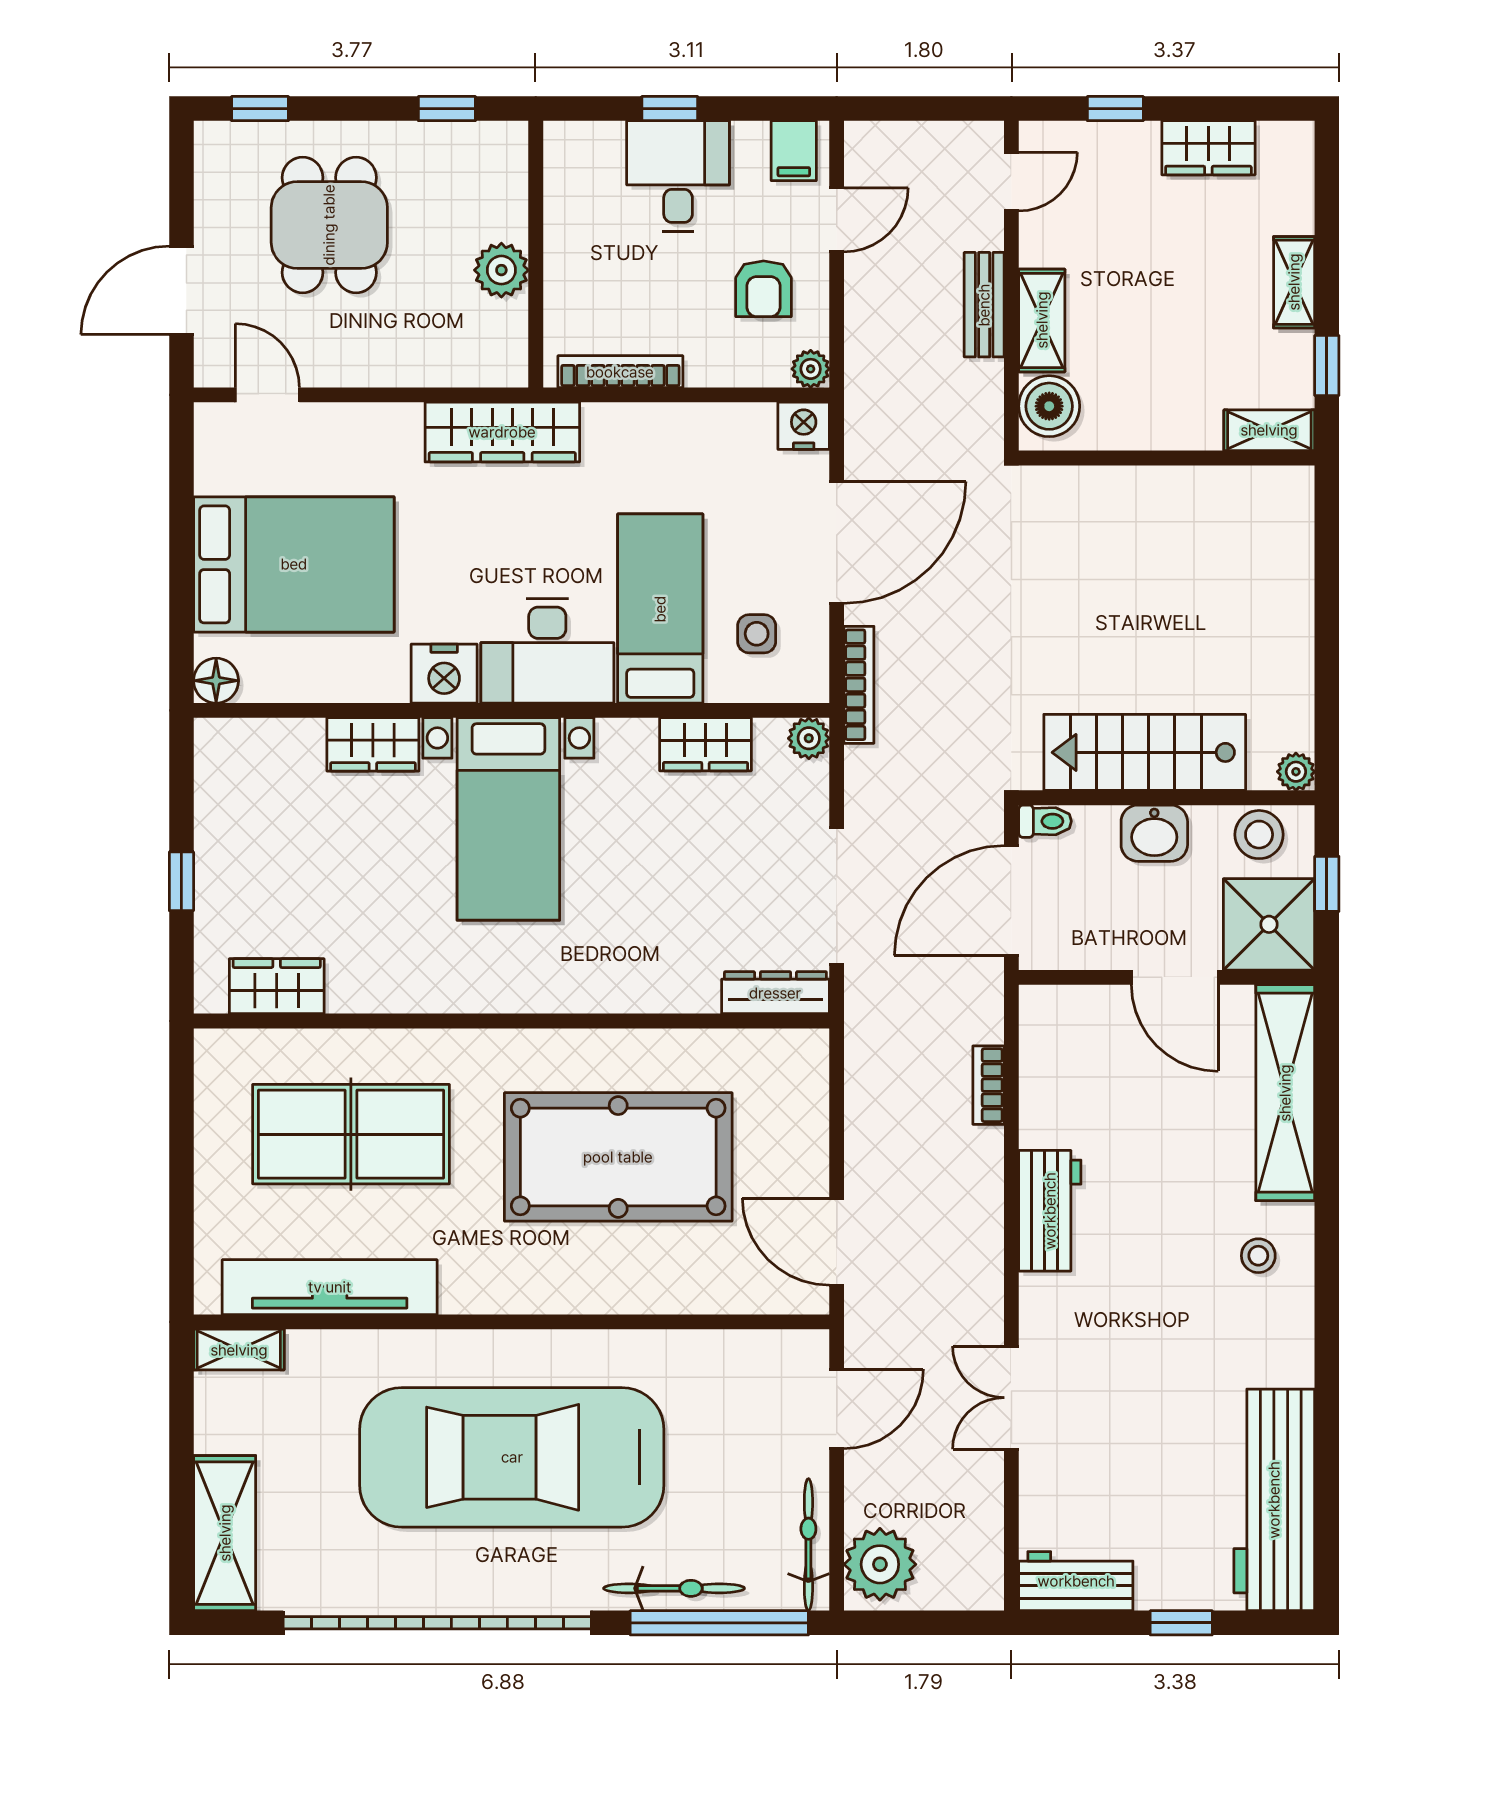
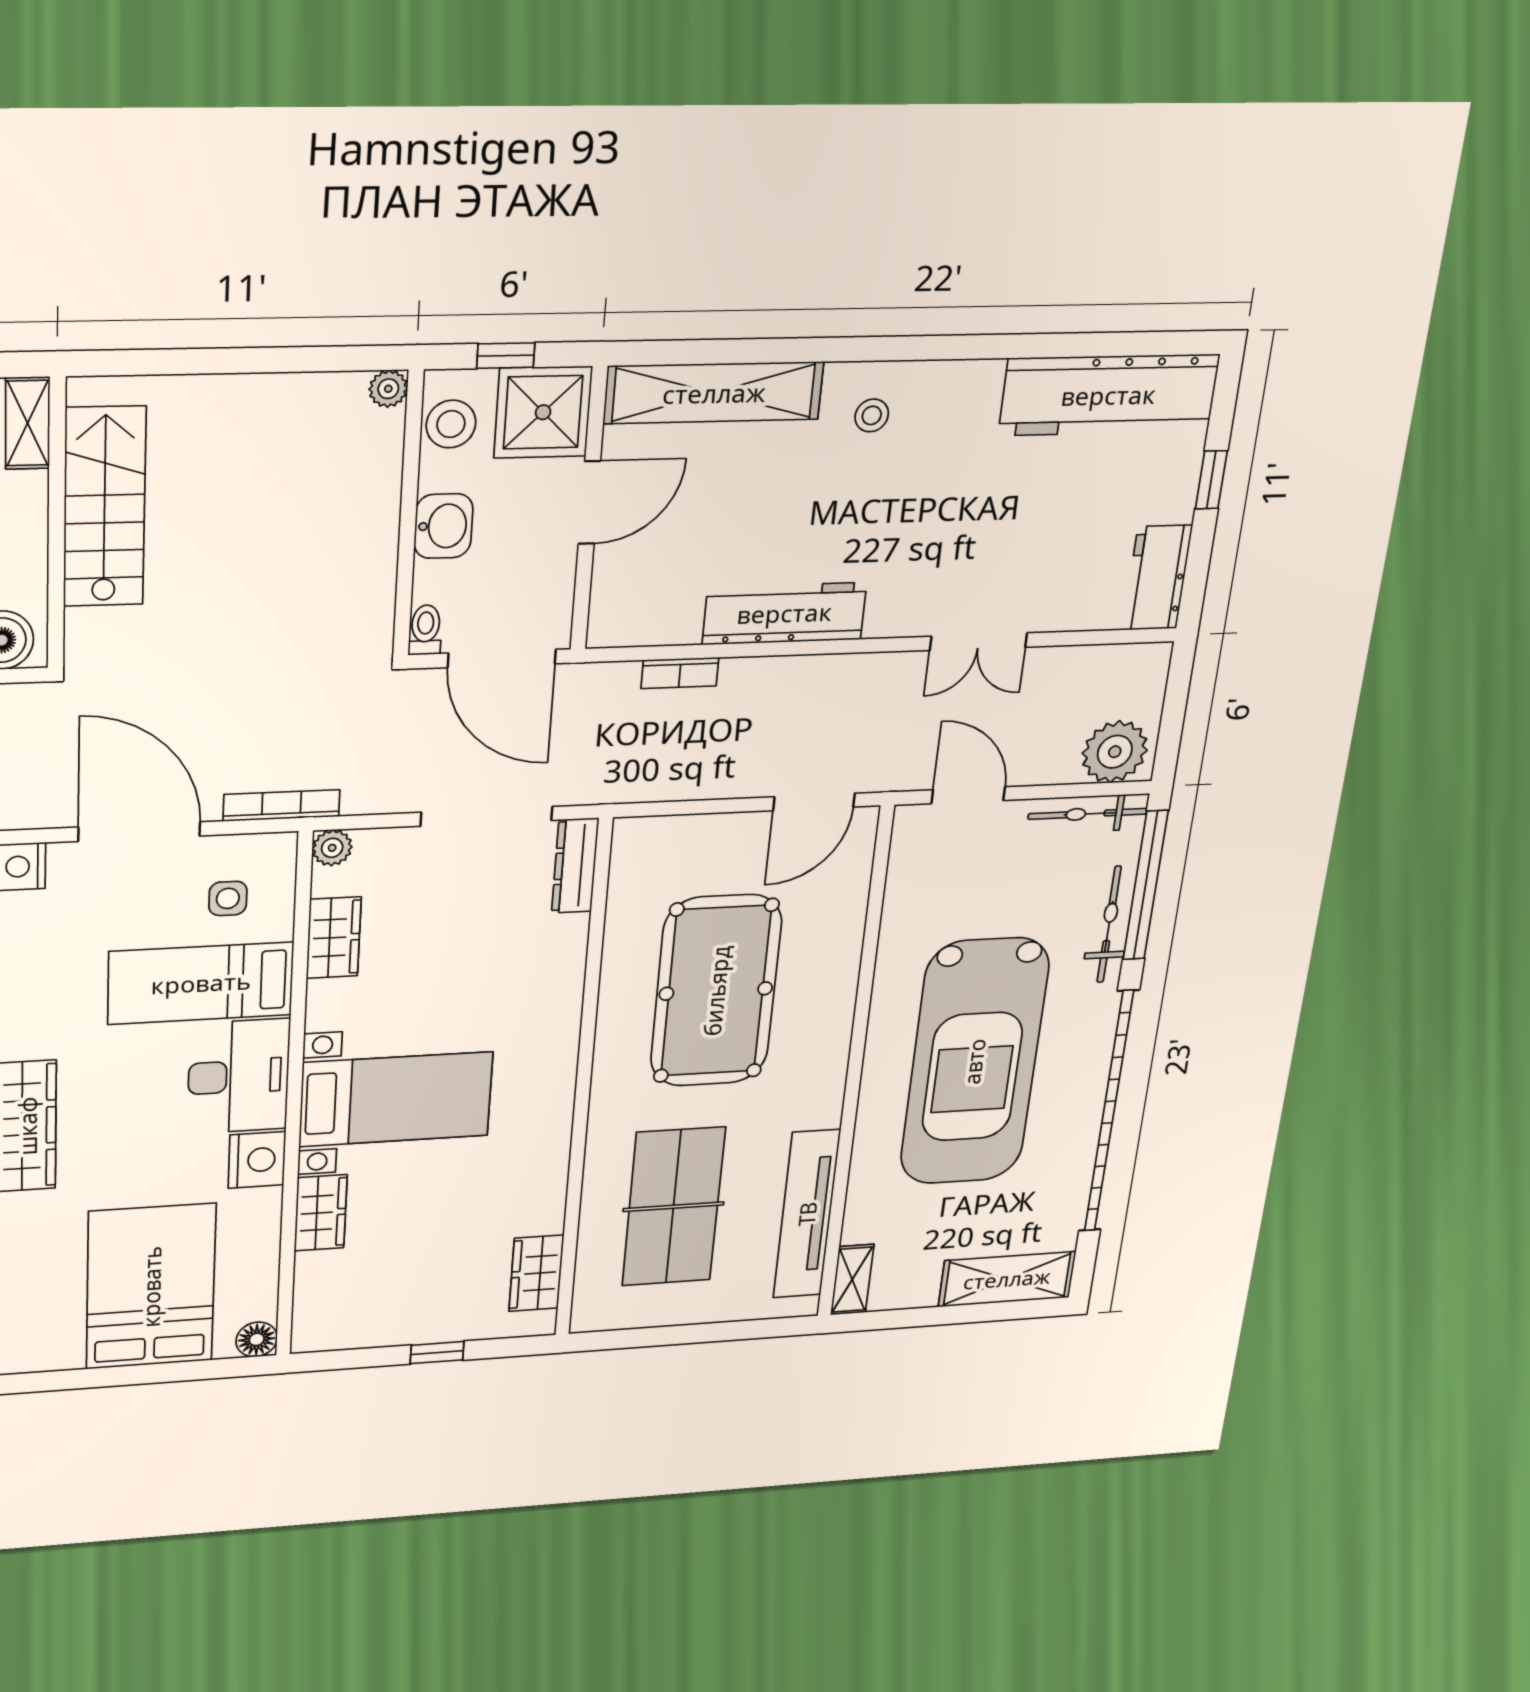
stairs: (1145, 752) -> (104, 507), moved, turned 180
workbench: (1050, 1211) -> (785, 613), width x1.38

